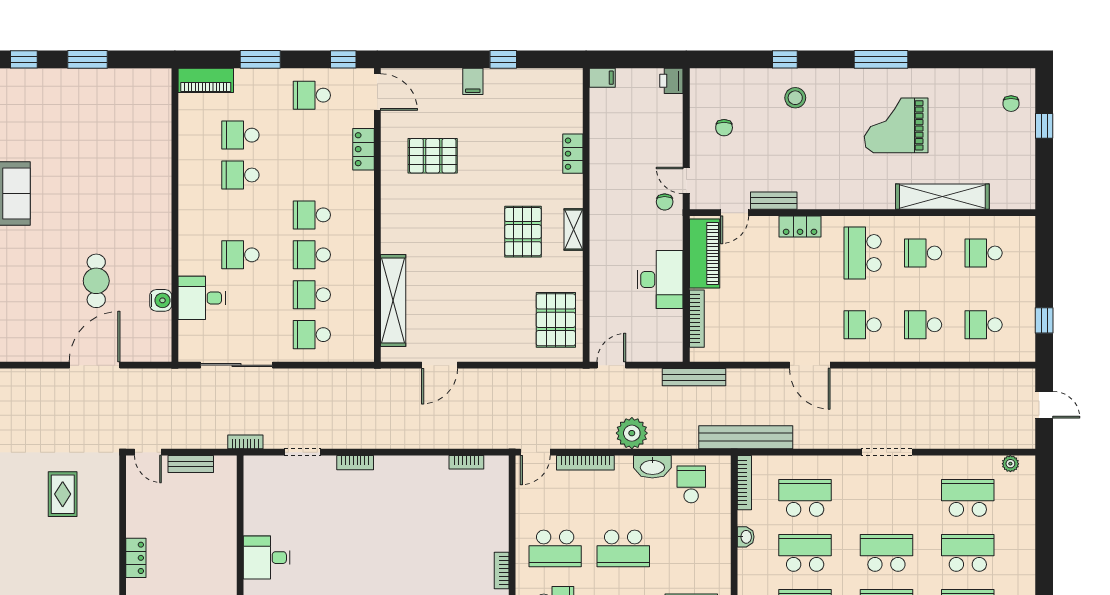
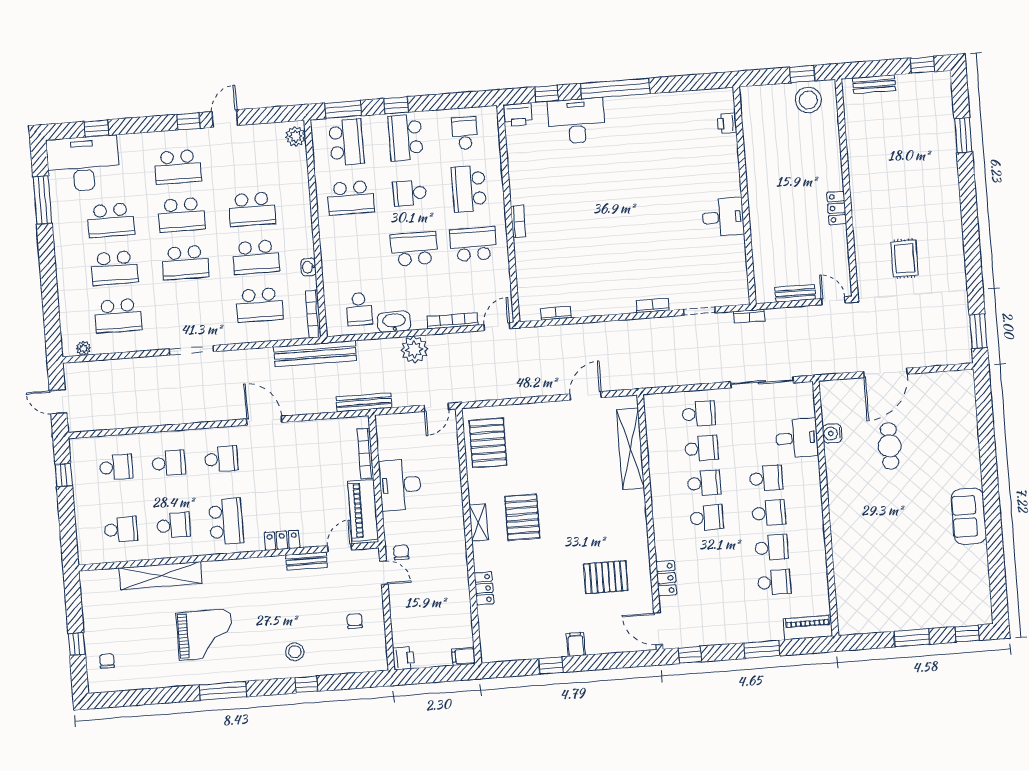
school desk: (312, 95) -> (769, 513), moved

